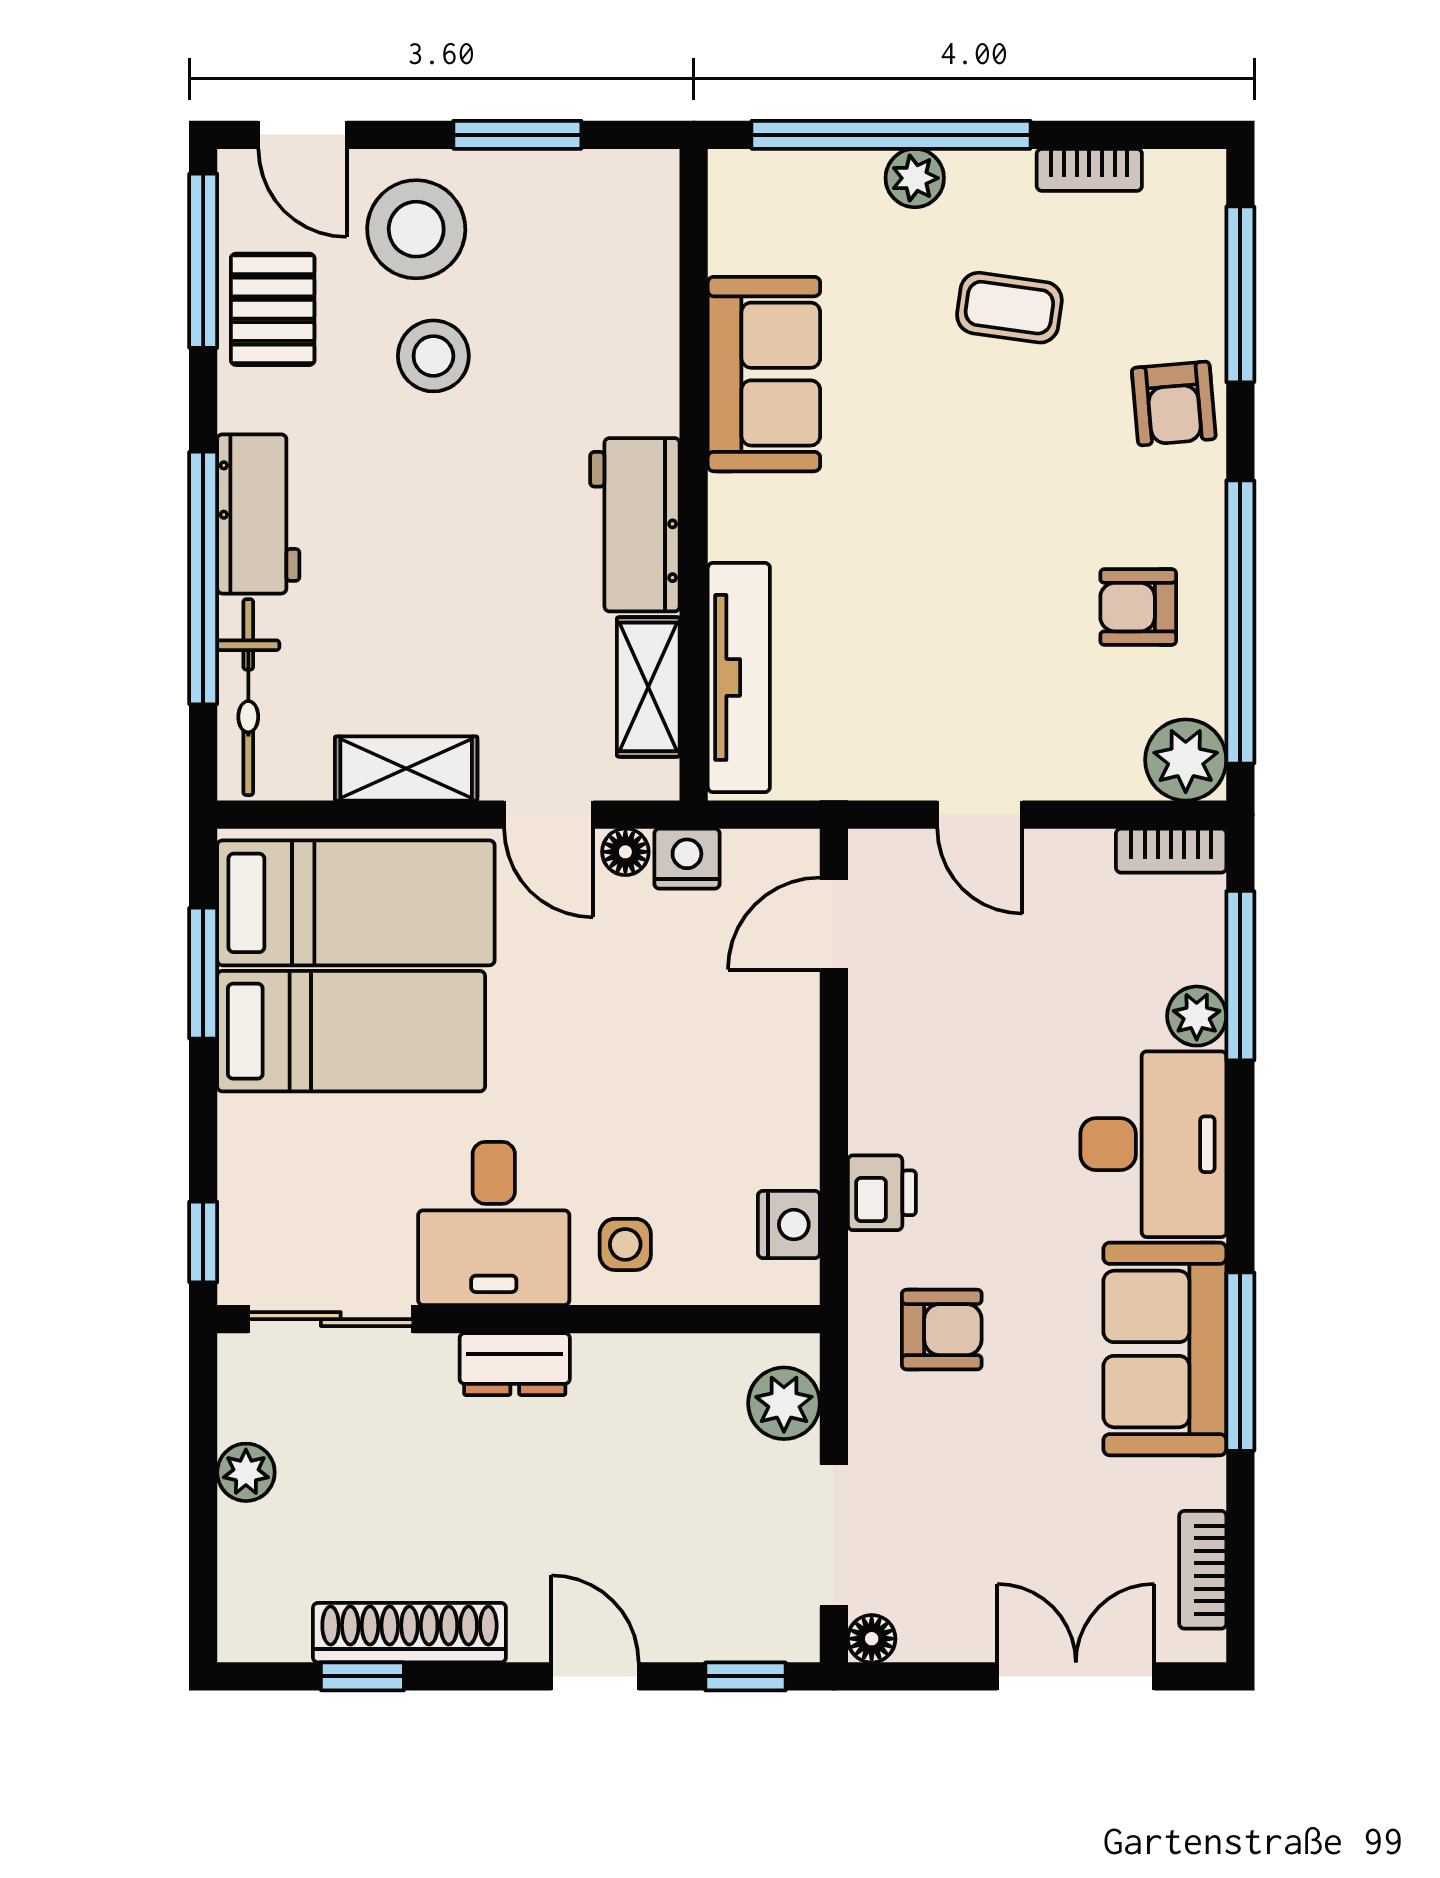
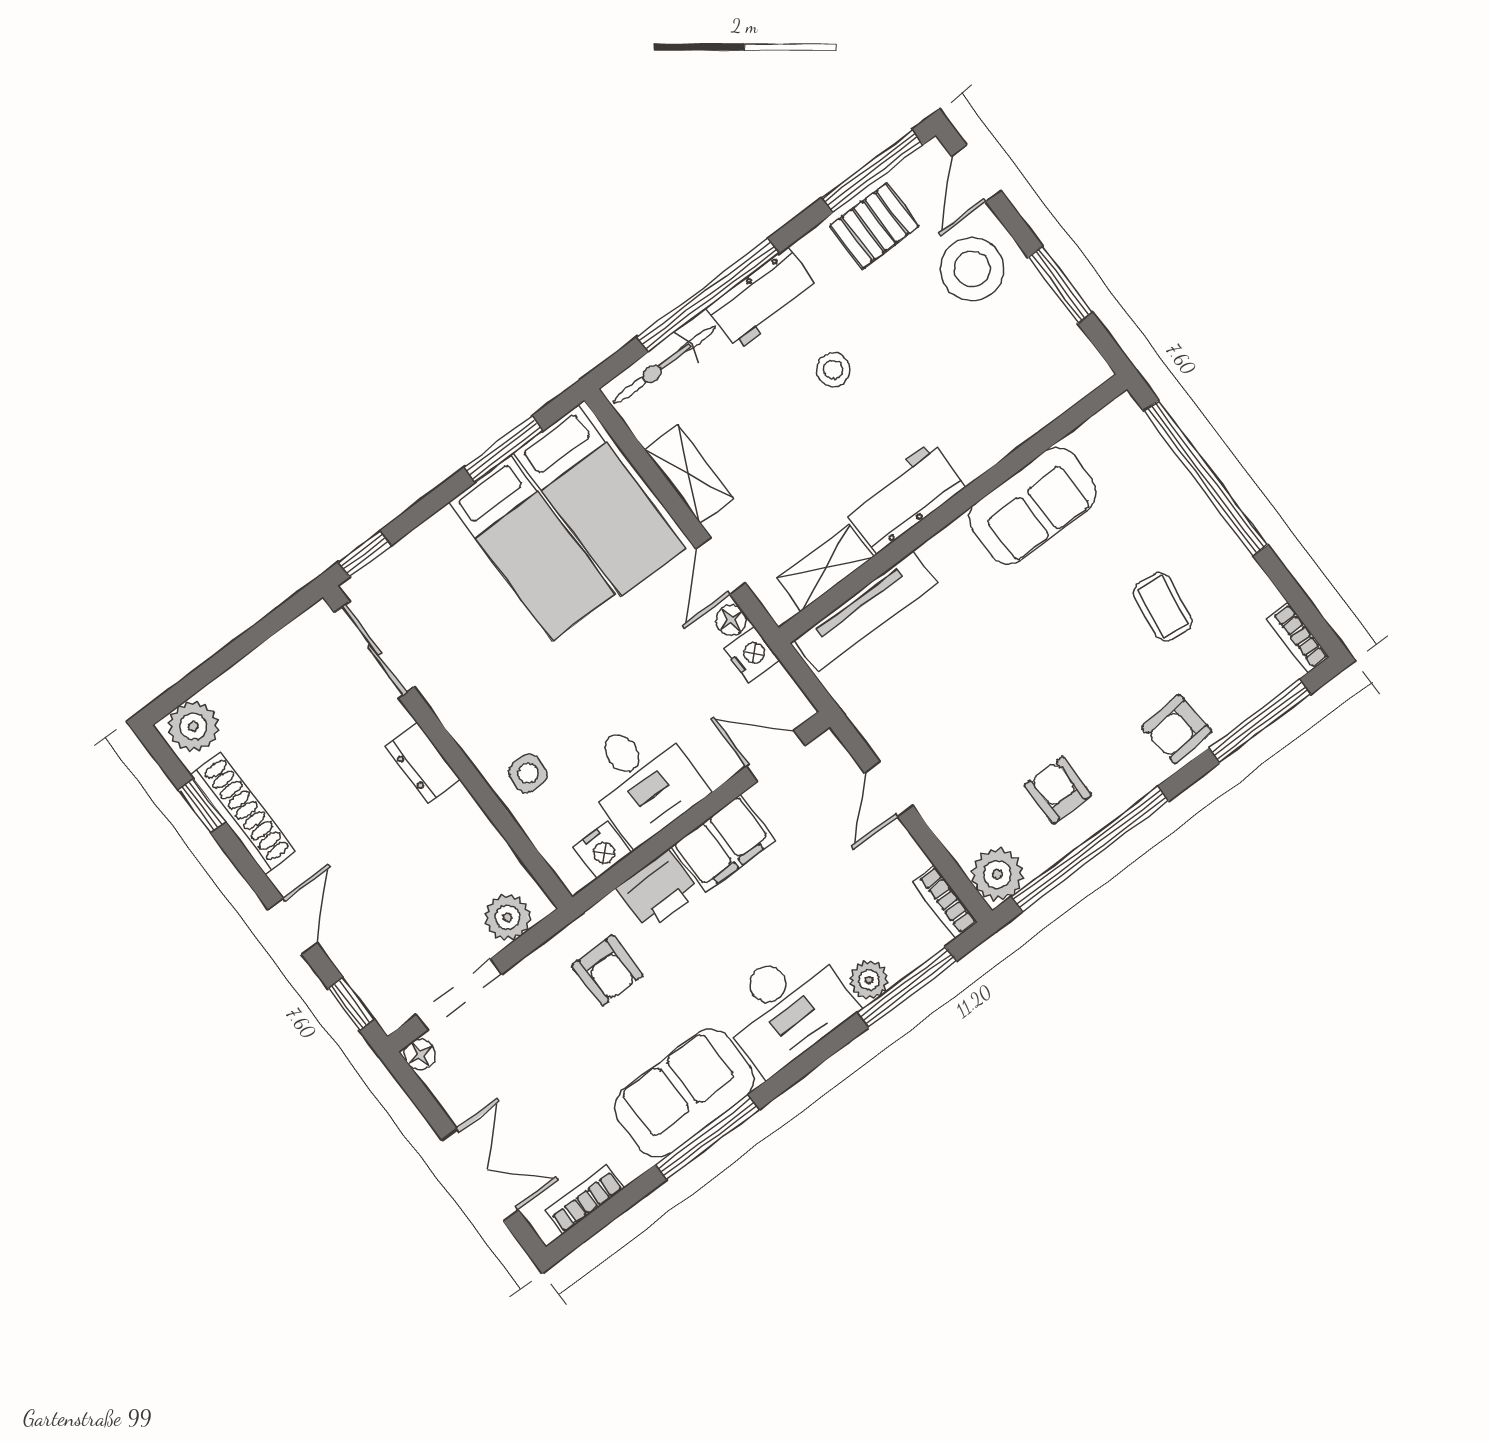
bookcase: (1089, 170) -> (1298, 638), moved
plant: (915, 178) -> (1193, 507), removed
stool: (433, 356) -> (833, 370), moved, width x0.73, depth x0.73
filing cabinet: (893, 1069) -> (723, 843), added
printer: (882, 1193) -> (658, 890), width x1.36, depth x1.24
desk: (494, 1223) -> (642, 779), moved, turned -90
plant: (246, 1472) -> (193, 726), moved, width x1.38, depth x1.38

